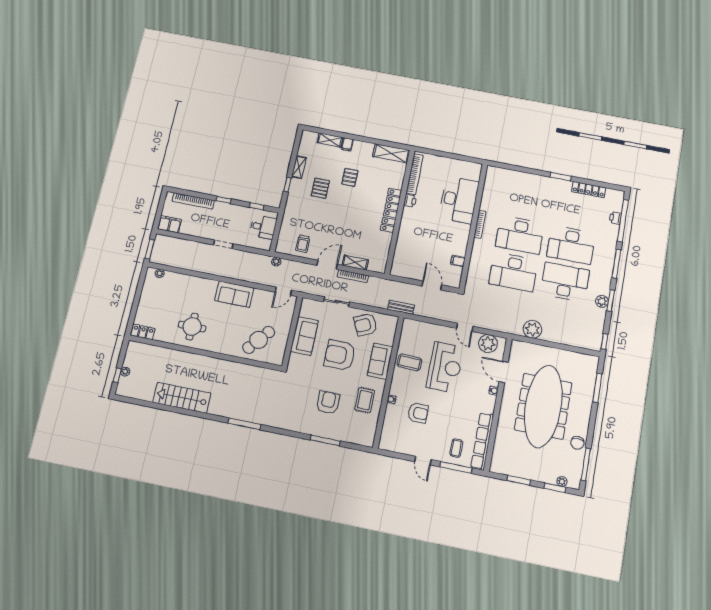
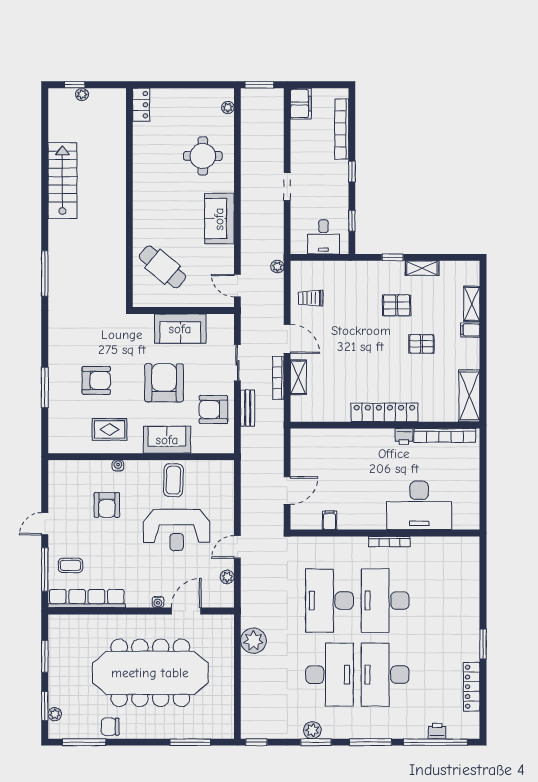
bench: (401, 307) -> (248, 408), moved
armchair: (366, 325) -> (213, 409), turned -65
round table: (192, 327) -> (203, 156), moved
plant: (488, 344) -> (227, 577), width x0.53, depth x0.53

